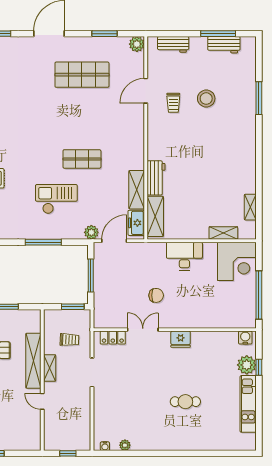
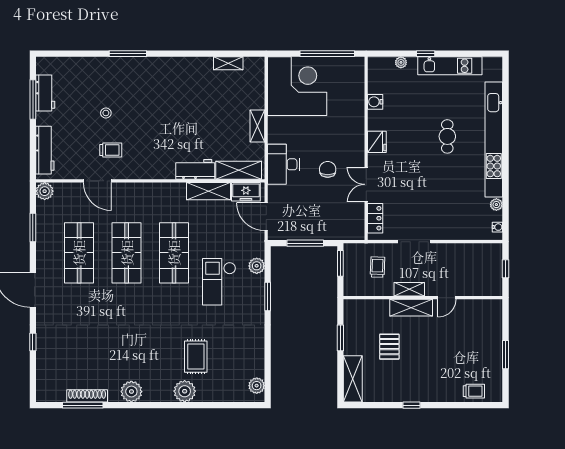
workbench: (173, 44) -> (45, 150), width x1.38
window: (259, 98) -> (128, 54), moved
stool: (206, 99) -> (106, 113), width x0.53, depth x0.53
shop shelf: (82, 117) -> (127, 253), added
shop shelf: (82, 159) -> (174, 253), width x1.43, depth x1.36
plant: (91, 232) -> (257, 266), moved
shelving: (223, 233) -> (257, 126), moved
window: (43, 242) -> (268, 297), width x0.69
desk: (184, 256) -> (283, 164), moved
corner desk: (237, 261) -> (297, 86), width x1.36, depth x1.36
water cooler: (245, 338) -> (375, 102), moved
shelving: (33, 361) -> (411, 308), width x0.68
plant: (247, 365) -> (401, 62), width x0.53, depth x0.53
window: (259, 367) -> (426, 54), moved
kitchen unit: (183, 443) -> (494, 139), added

